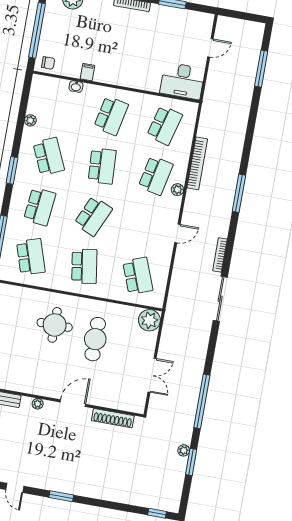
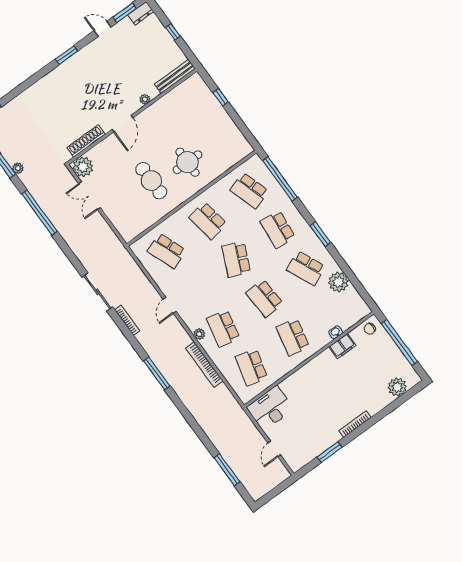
filing cabinet: (87, 72) -> (343, 346), width x2.00
plant: (30, 120) -> (338, 282), width x1.88, depth x1.88
plant: (149, 320) -> (83, 167), moved

